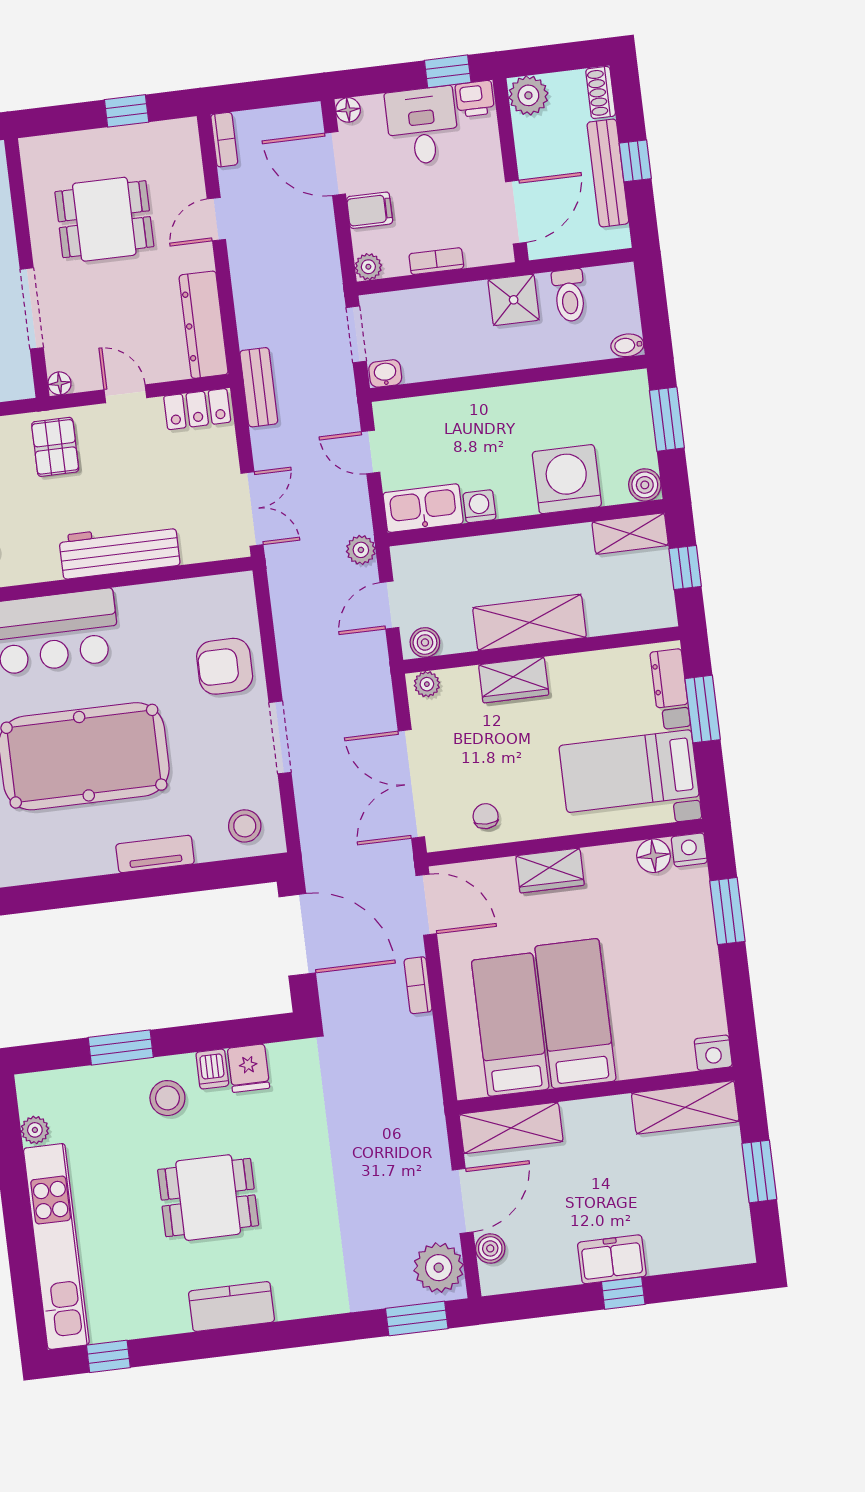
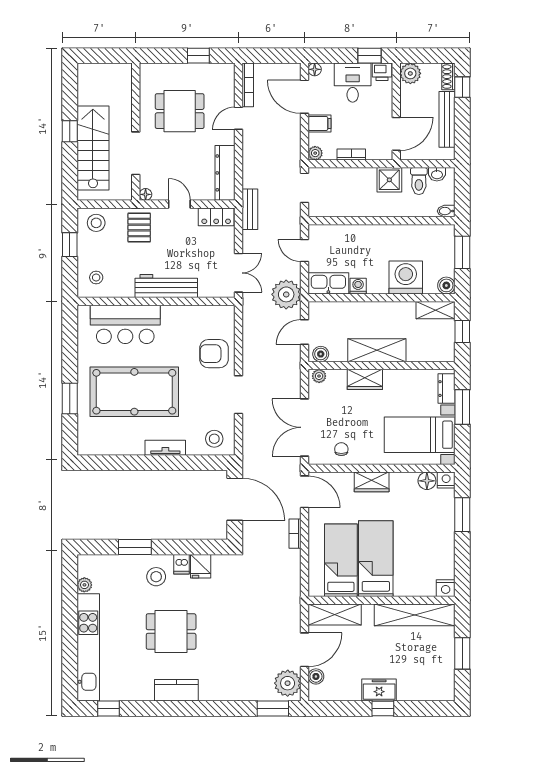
bookcase: (224, 140) -> (248, 85), width x1.56
window: (635, 161) -> (462, 87), moved
washbasin: (385, 373) -> (437, 174), moved, turned 180
plant: (361, 550) -> (286, 294), width x1.87, depth x1.87
shelving: (685, 1107) -> (415, 615), width x1.47

